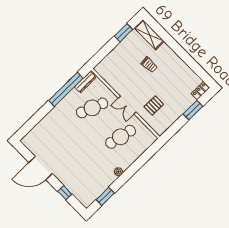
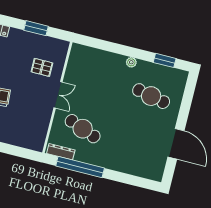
window: (193, 110) -> (36, 28), moved
cafe table: (121, 137) -> (151, 96), moved
window: (65, 193) -> (186, 104), removed

